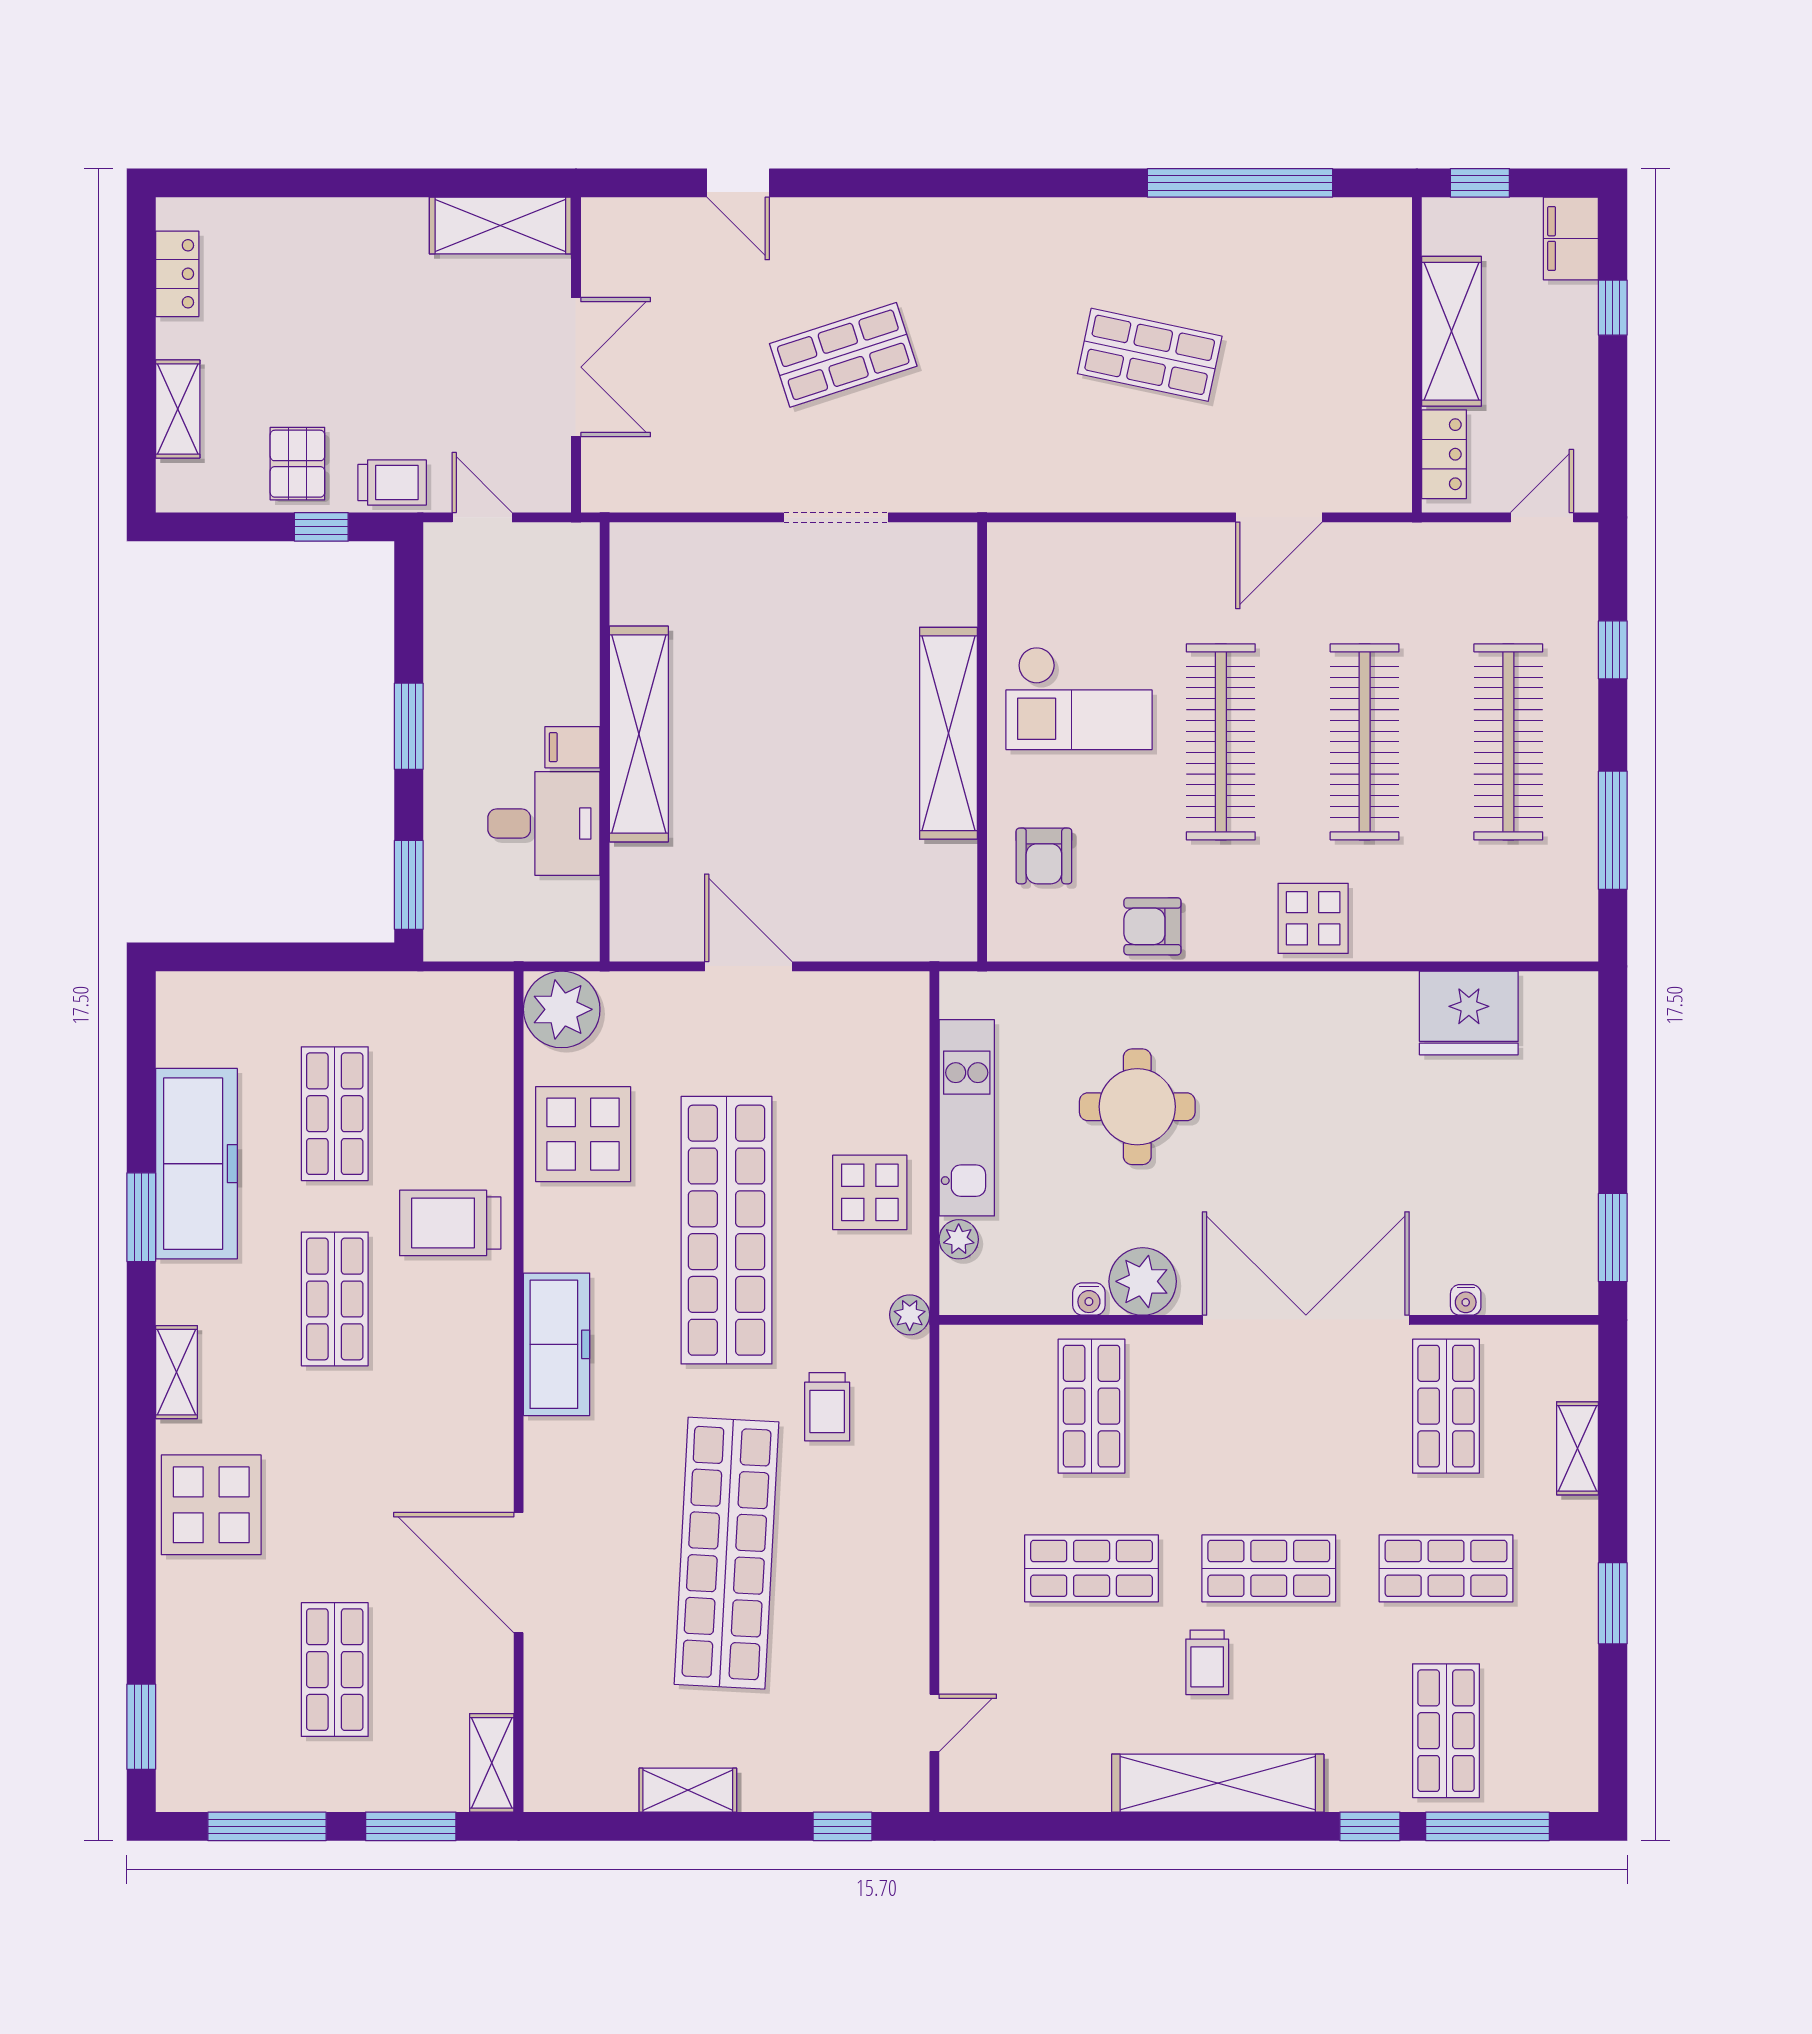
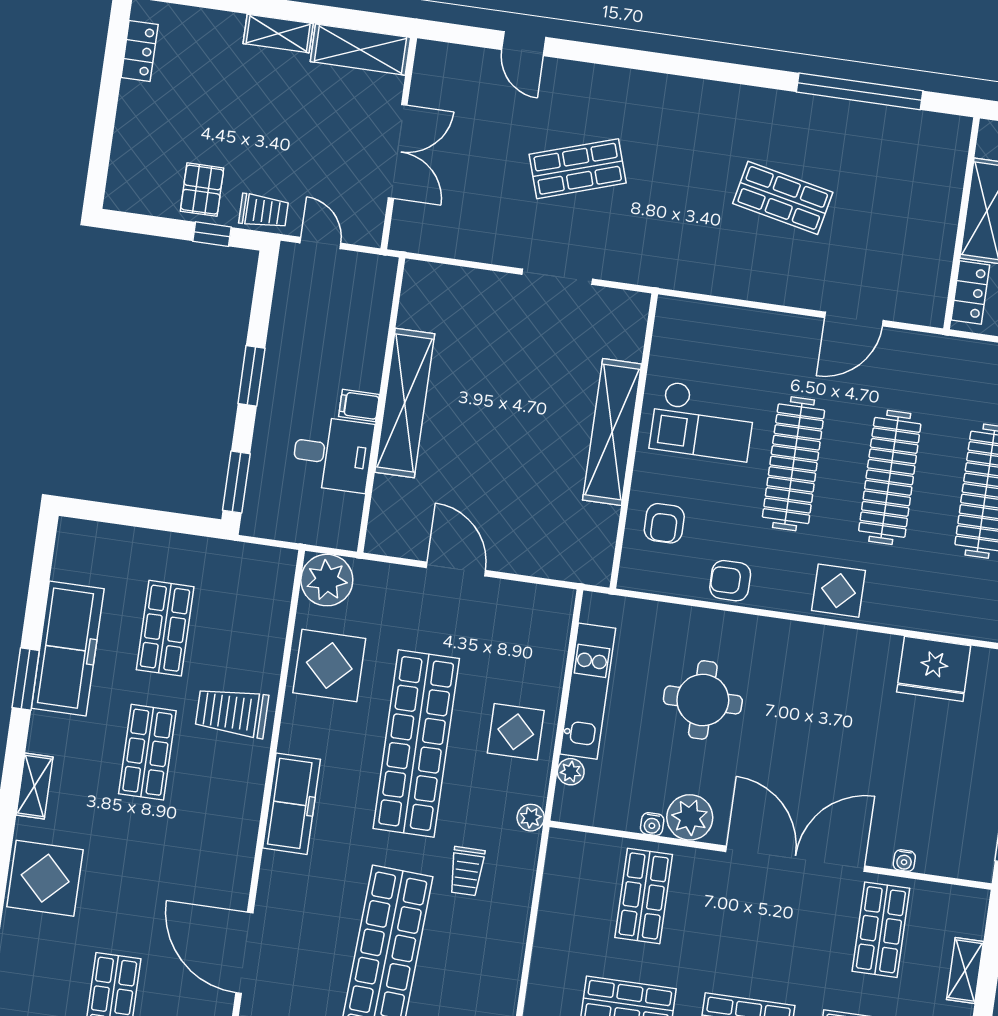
shelving: (178, 409) -> (278, 34), moved, turned 90

